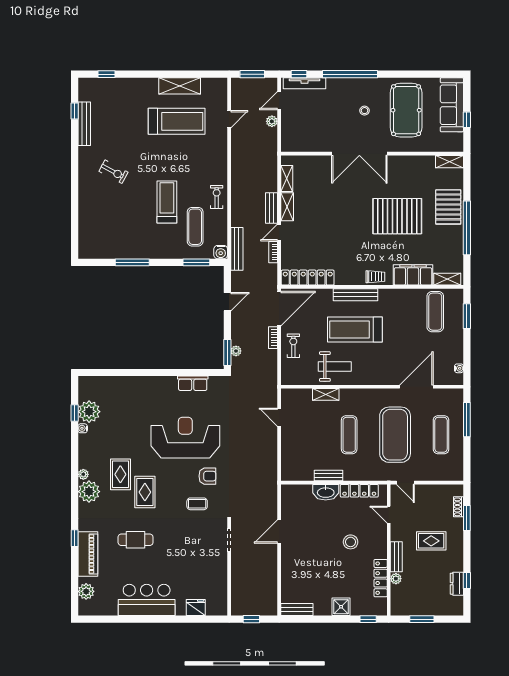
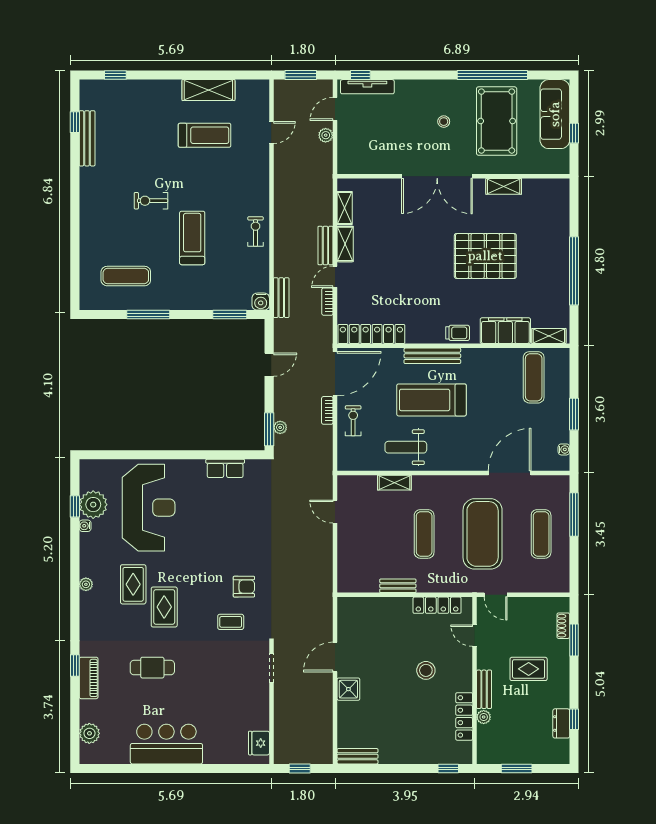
window: (350, 74) -> (492, 75), moved
treadmill: (177, 121) -> (205, 135), width x0.73, depth x0.73
shelving: (450, 162) -> (504, 186), moved
exercise bike: (113, 172) -> (151, 201), moved, turned 152
pallet: (448, 207) -> (550, 244), removed
exercise mat: (195, 227) -> (126, 276), moved, turned 90
bench: (237, 249) -> (281, 298), width x0.73
window: (467, 316) -> (574, 414), moved
weight bench: (335, 367) -> (406, 447), turned 180
reception desk: (185, 438) -> (149, 508), moved, turned 90
plant: (89, 492) -> (93, 606), removed
washbasin: (326, 492) -> (394, 607), removed
piano: (88, 554) -> (89, 678), width x0.73, depth x0.75
fridge: (196, 607) -> (259, 743), moved, turned -90
shower: (341, 607) -> (348, 689), moved

